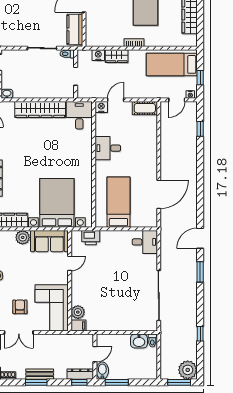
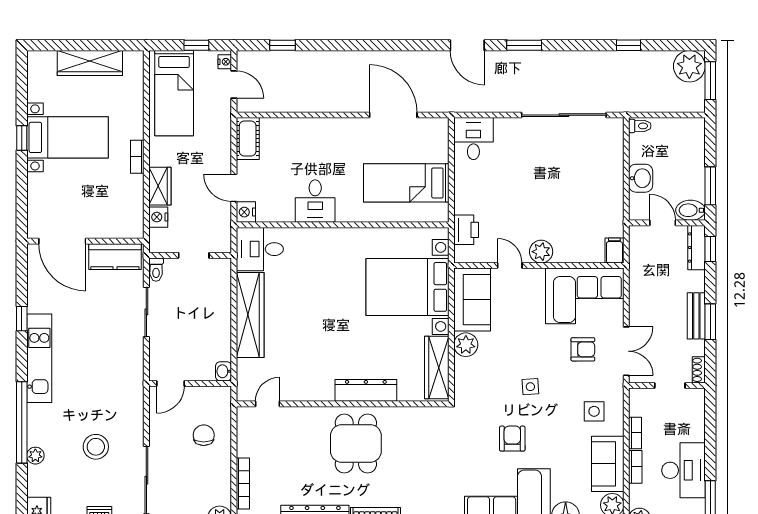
armchair: (20, 307) -> (583, 349), turned 180
plant: (78, 312) -> (541, 252), moved
washbasin: (139, 341) -> (641, 178), moved

